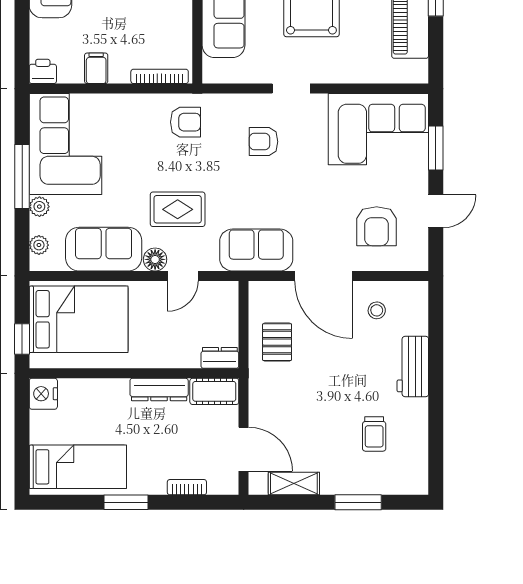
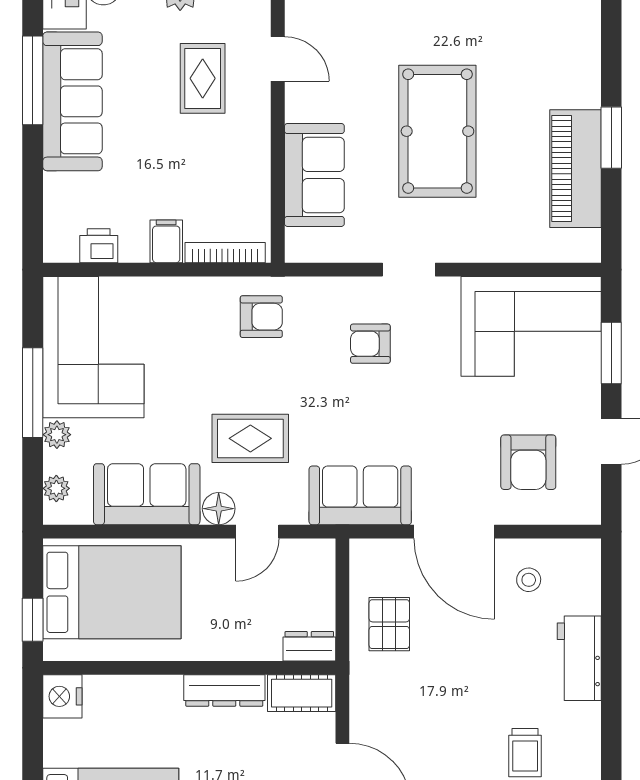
filing cabinet: (96, 68) -> (166, 241), moved
printer: (43, 71) -> (99, 246), moved

